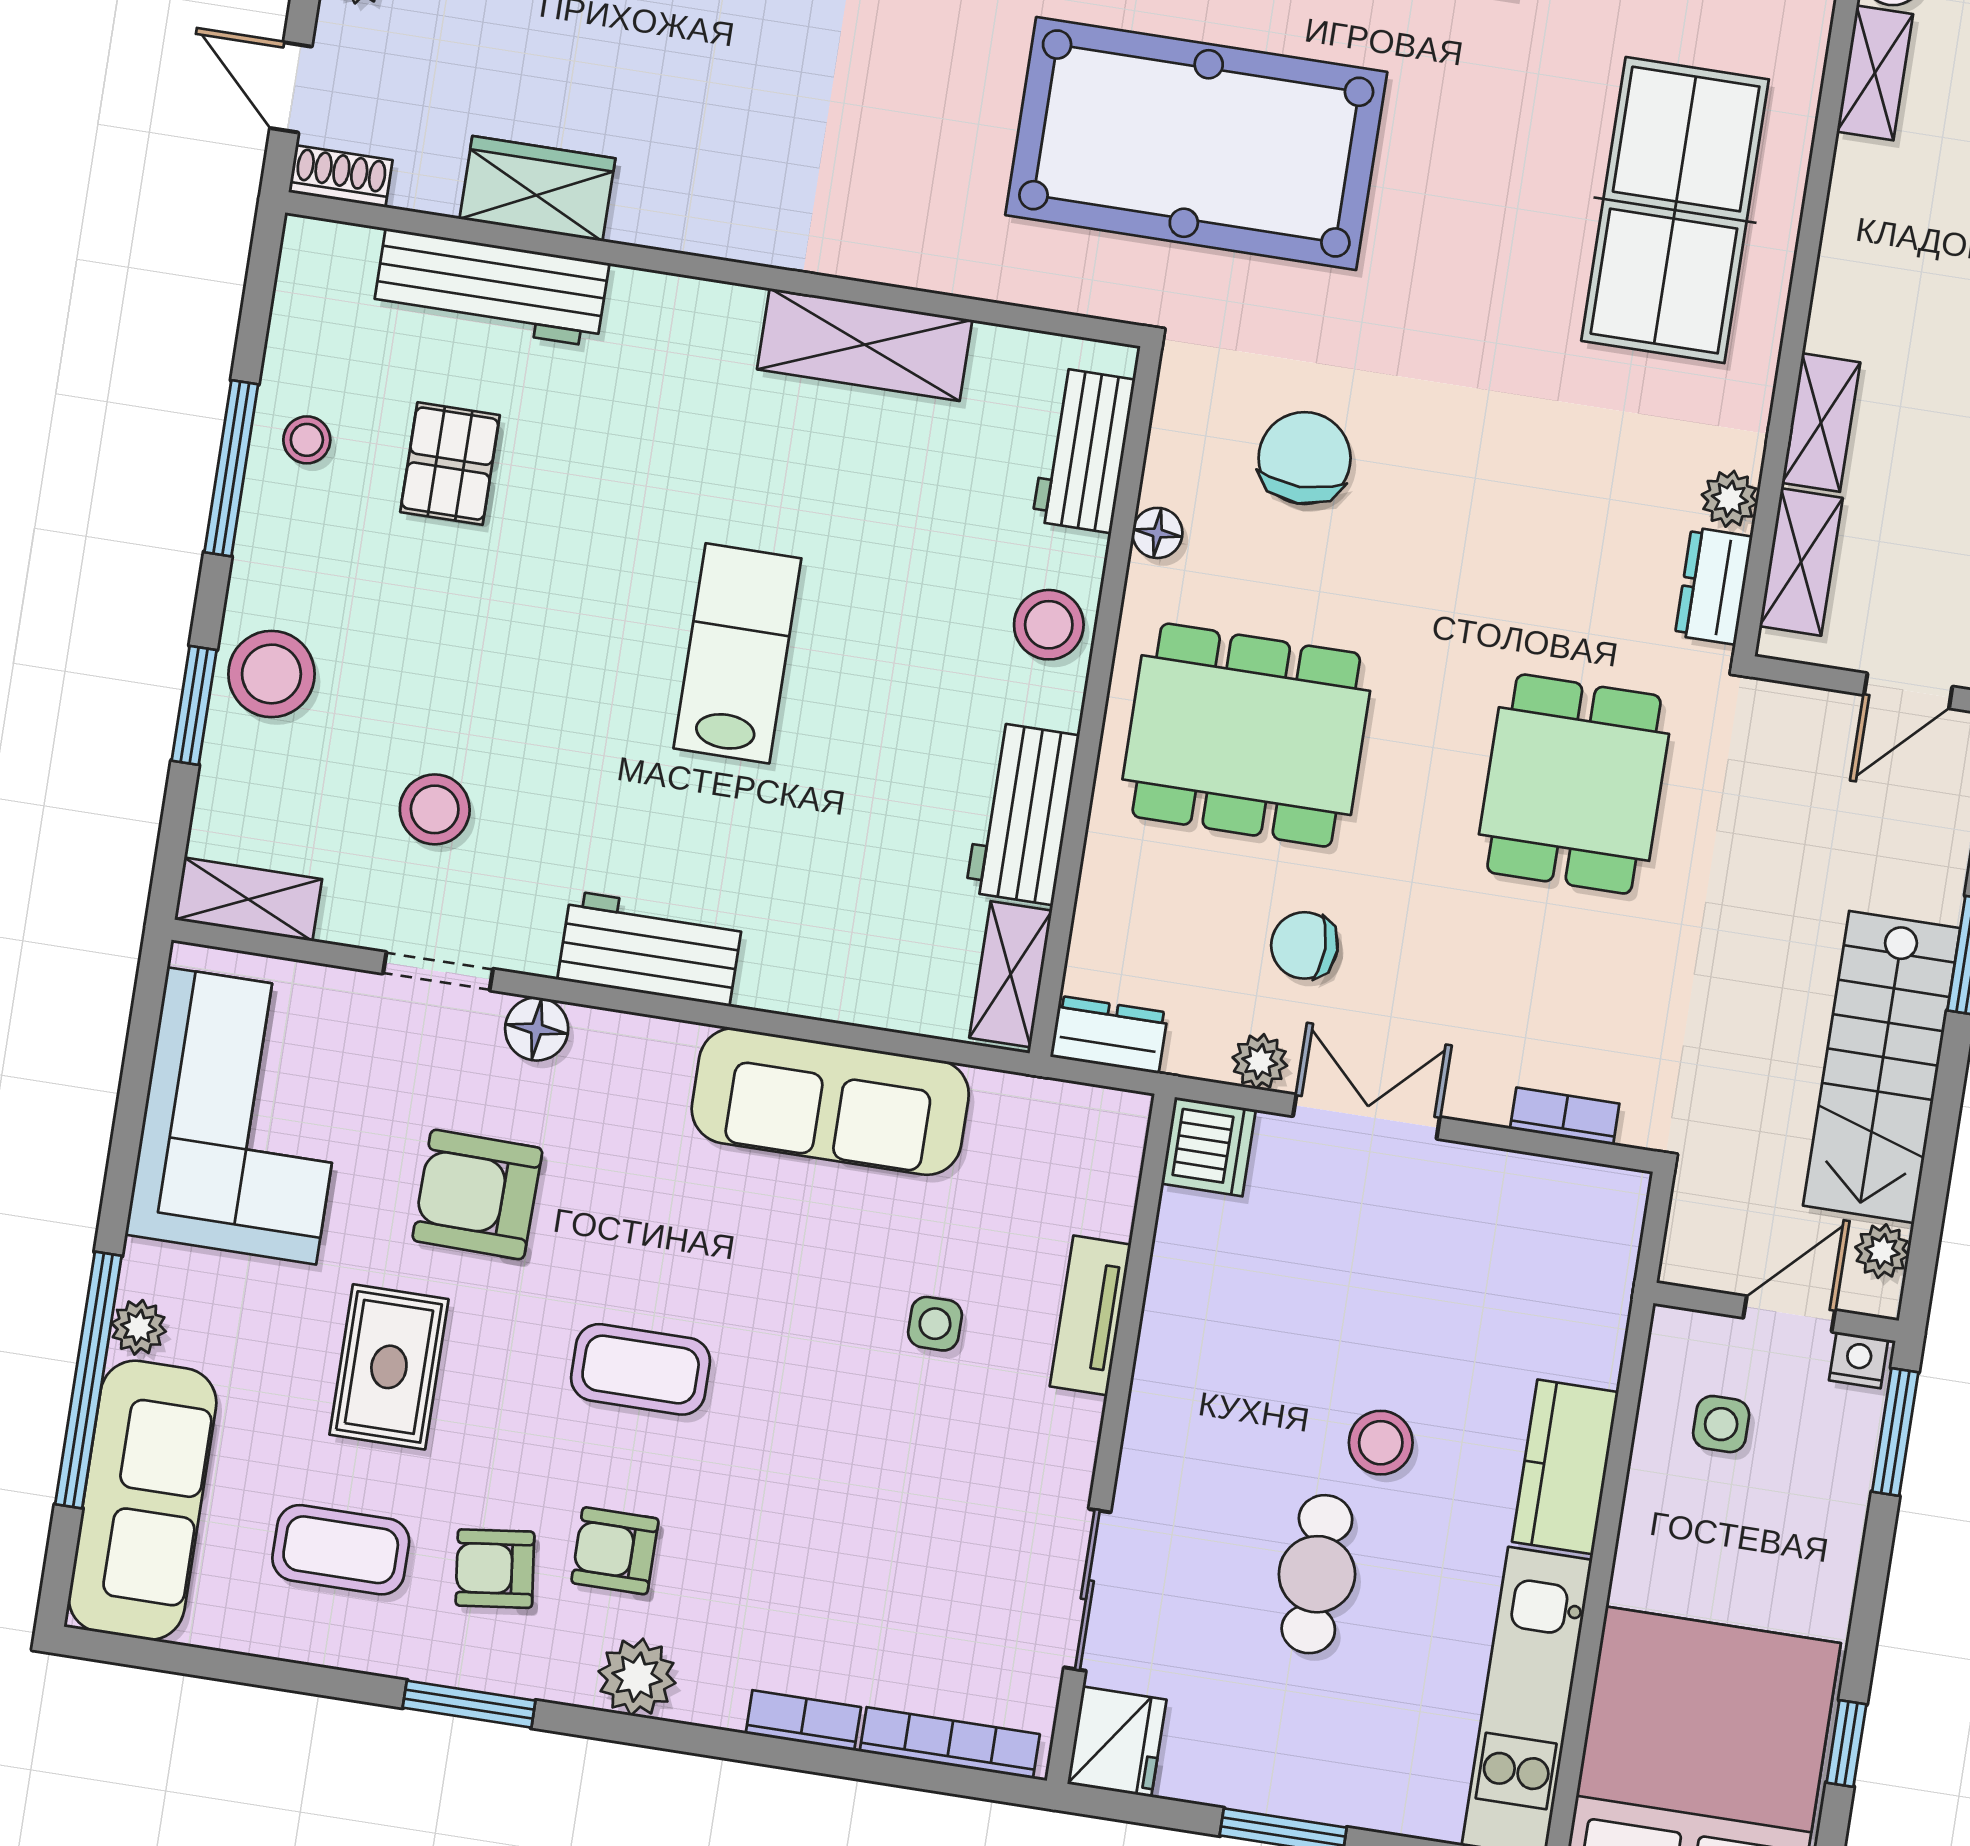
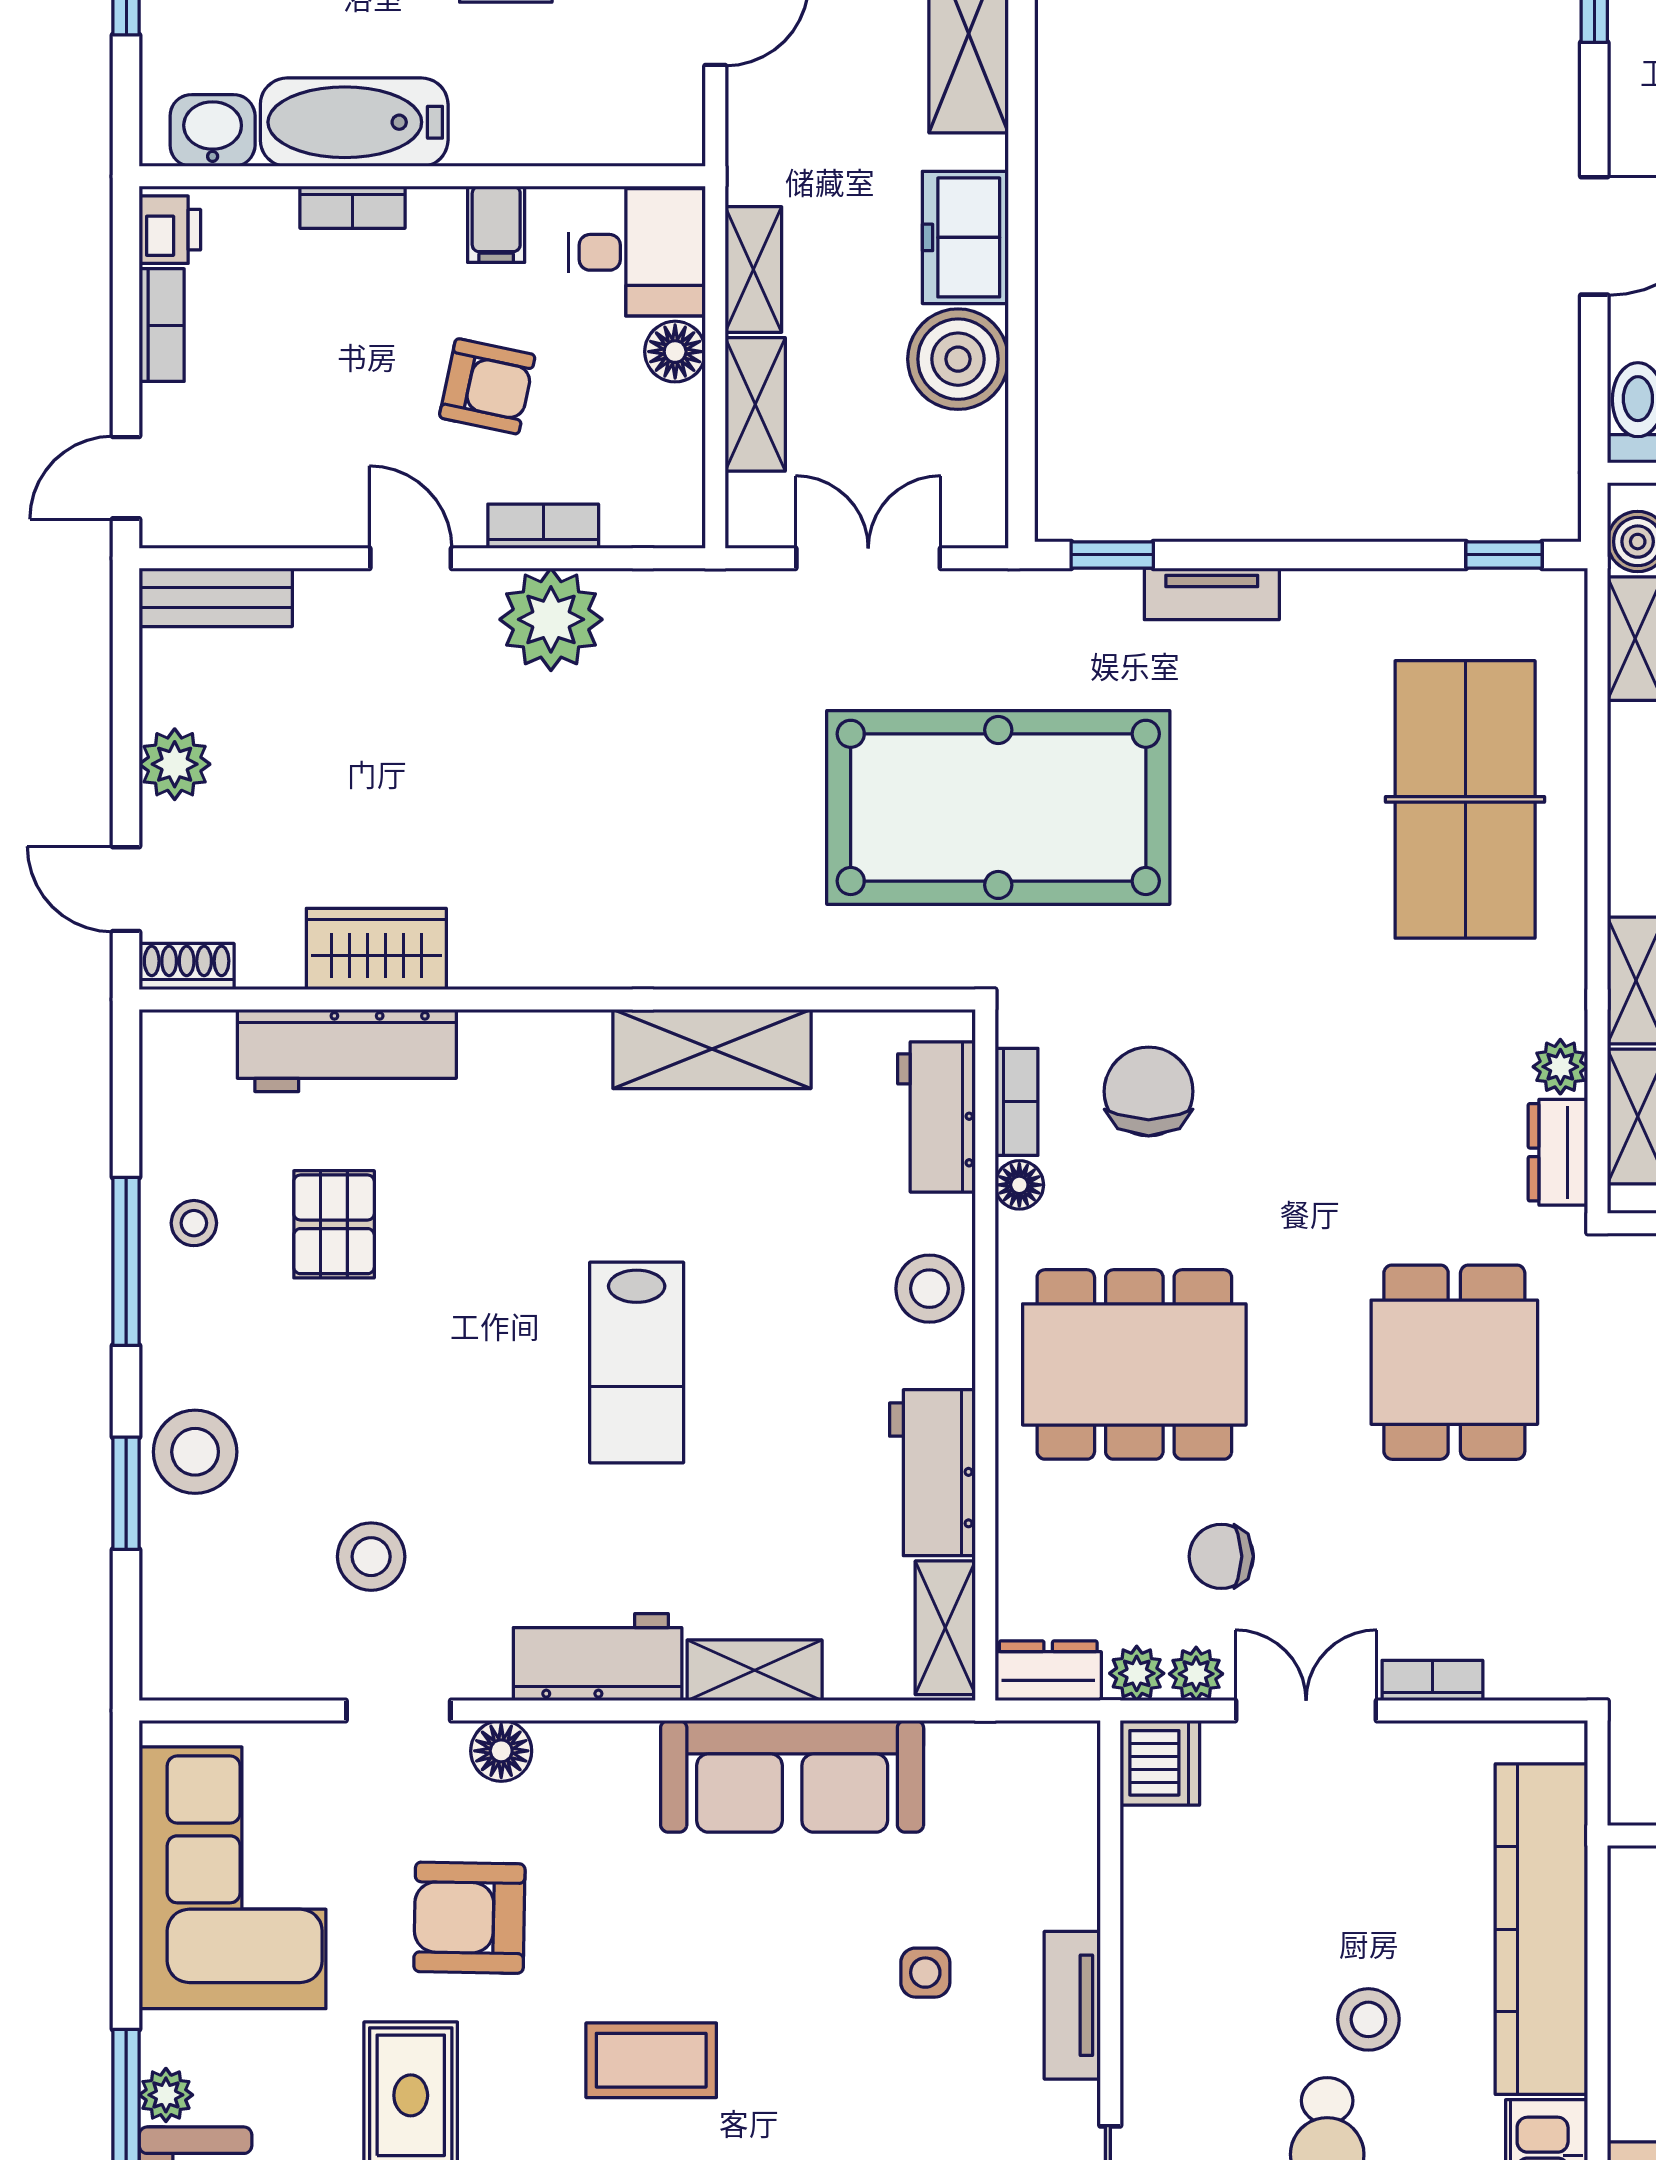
bookcase: (1168, 448) -> (1017, 1102), added
lab bench: (737, 653) -> (637, 1362), turned 180
shelving: (248, 899) -> (755, 1670), moved
plant: (1199, 1052) -> (1137, 1673), added
bookcase: (1565, 1116) -> (1432, 1680), moved
tv unit: (1090, 1315) -> (1072, 2005), moved
kitchen counter: (1565, 1467) -> (1541, 1929), width x2.08, depth x1.17

